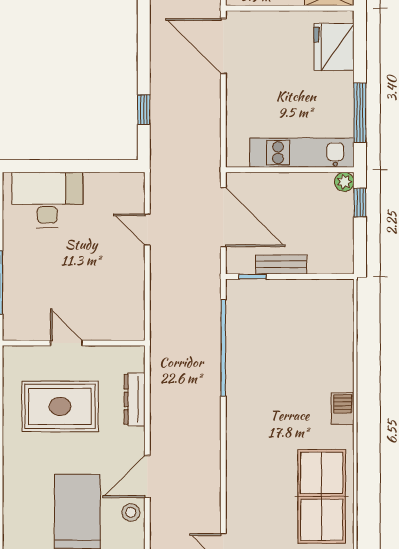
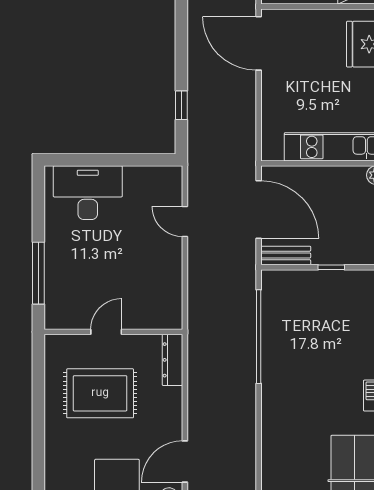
bench: (281, 264) -> (286, 255), moved
window: (253, 277) -> (331, 267), moved
door: (66, 343) -> (106, 332), hinge flipped
dresser: (135, 399) -> (172, 360), moved

